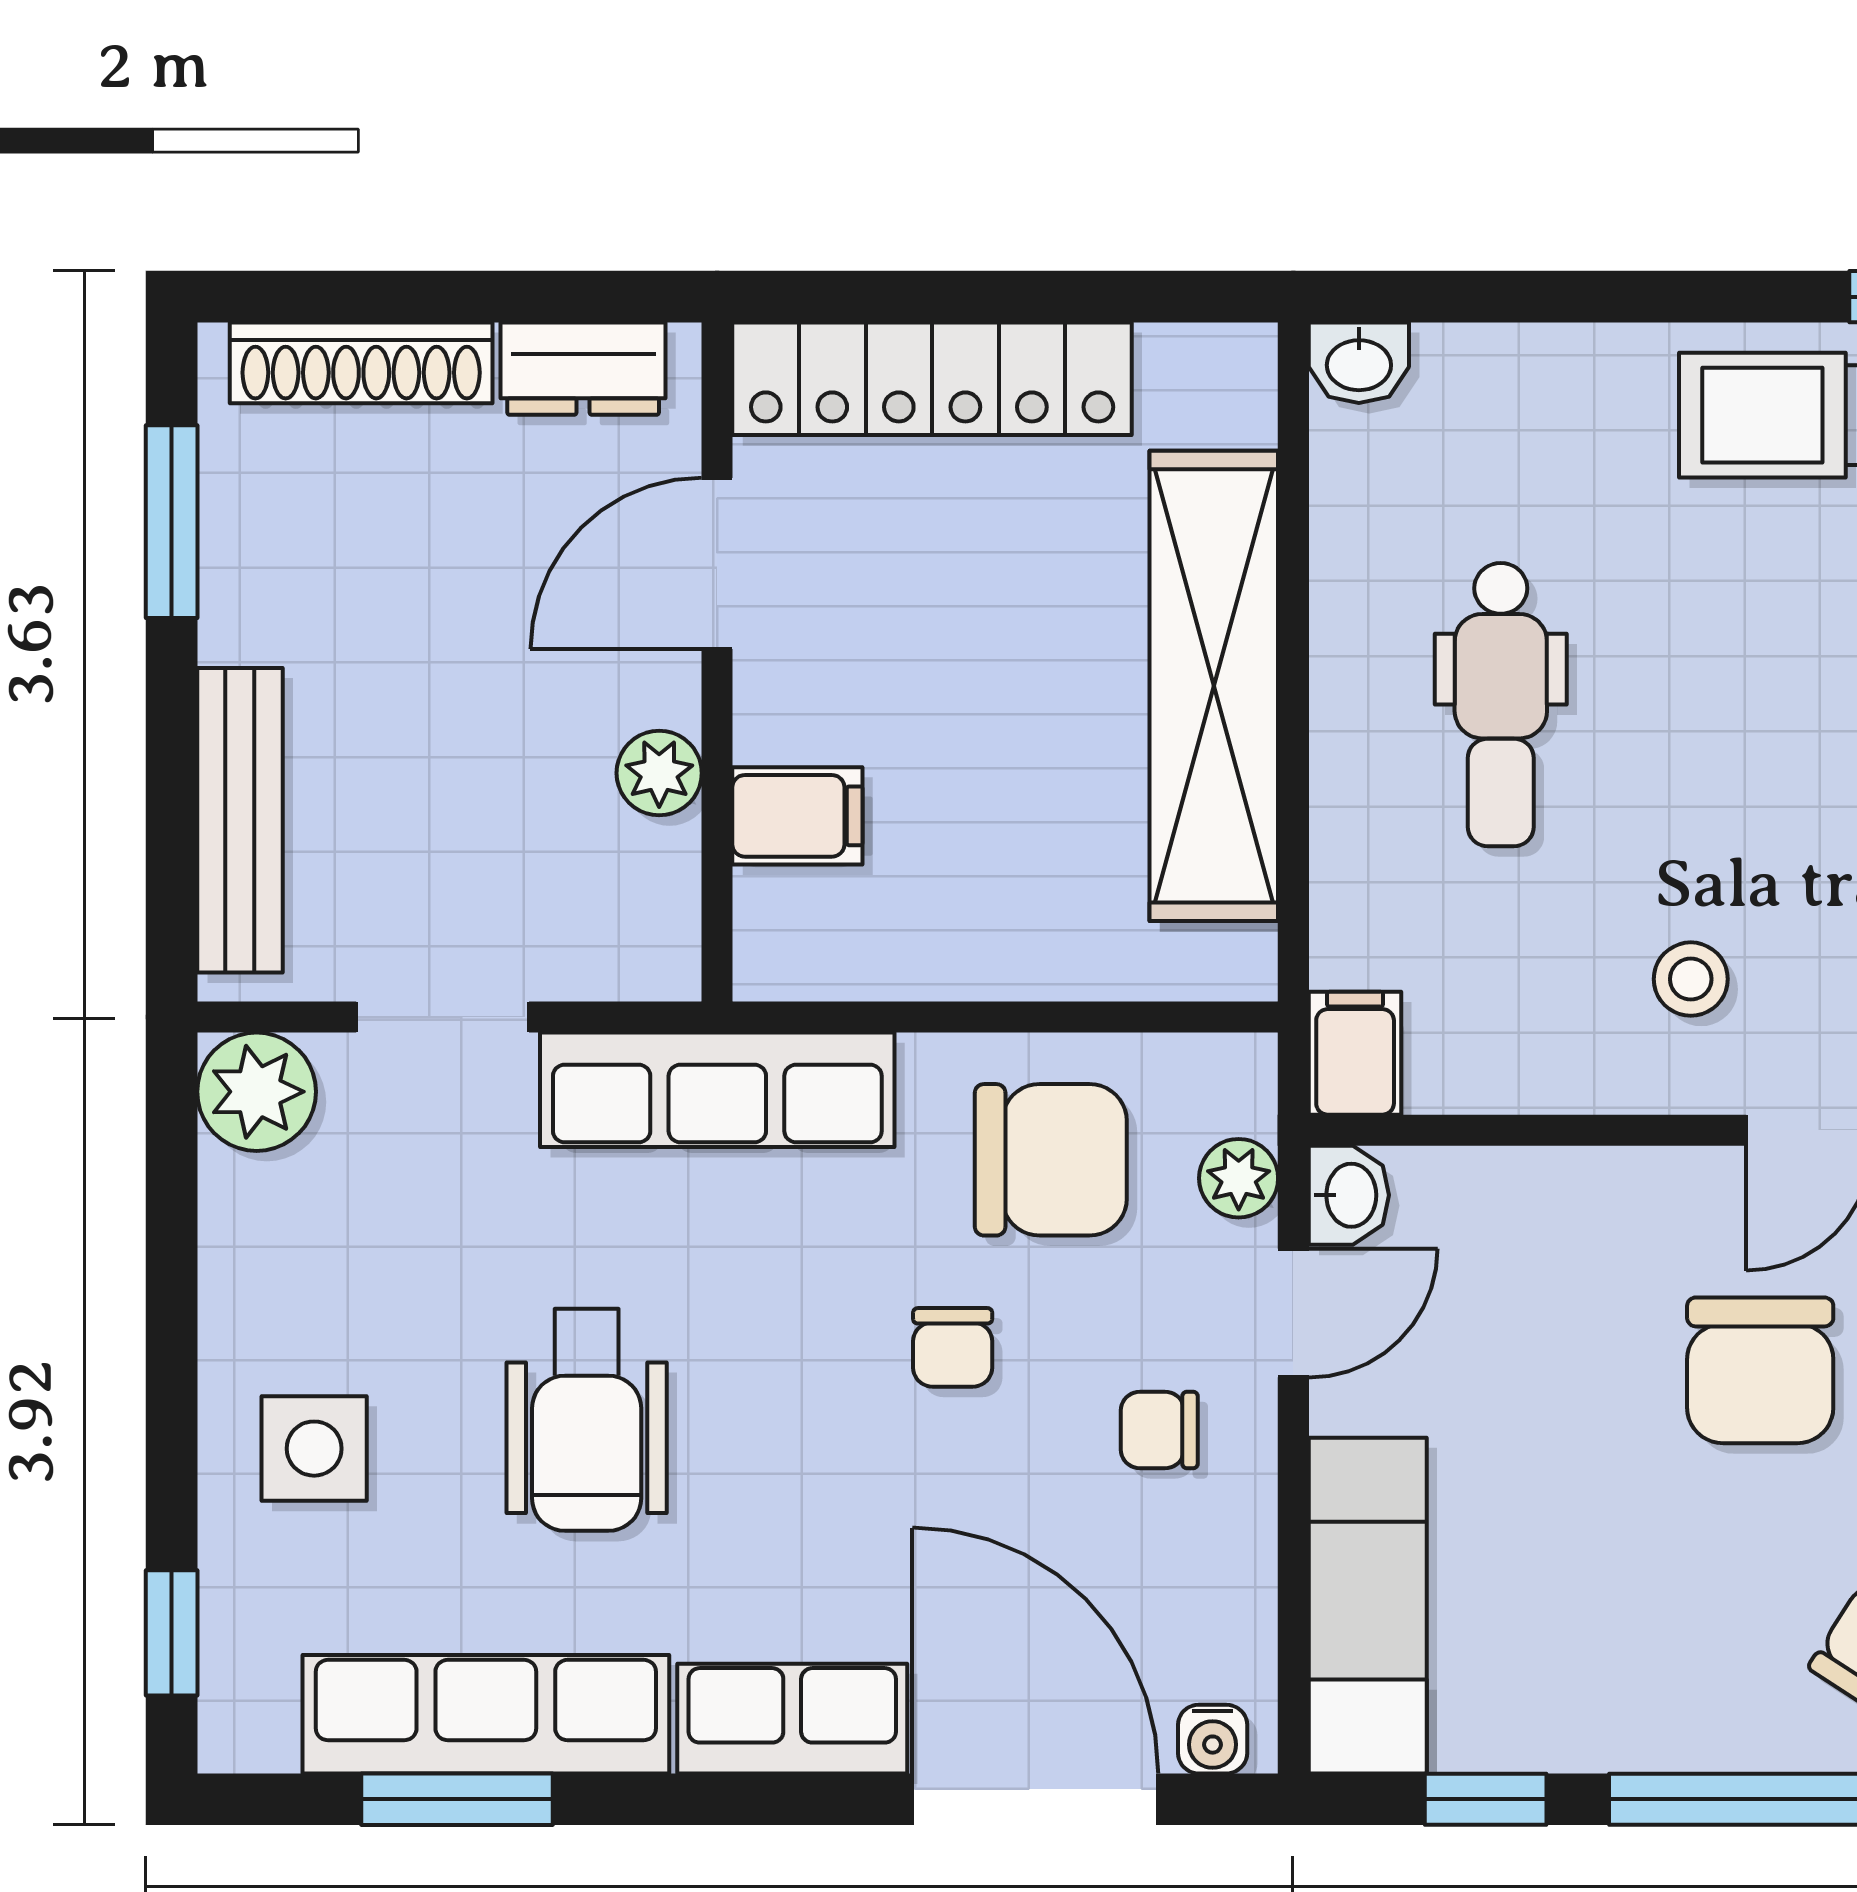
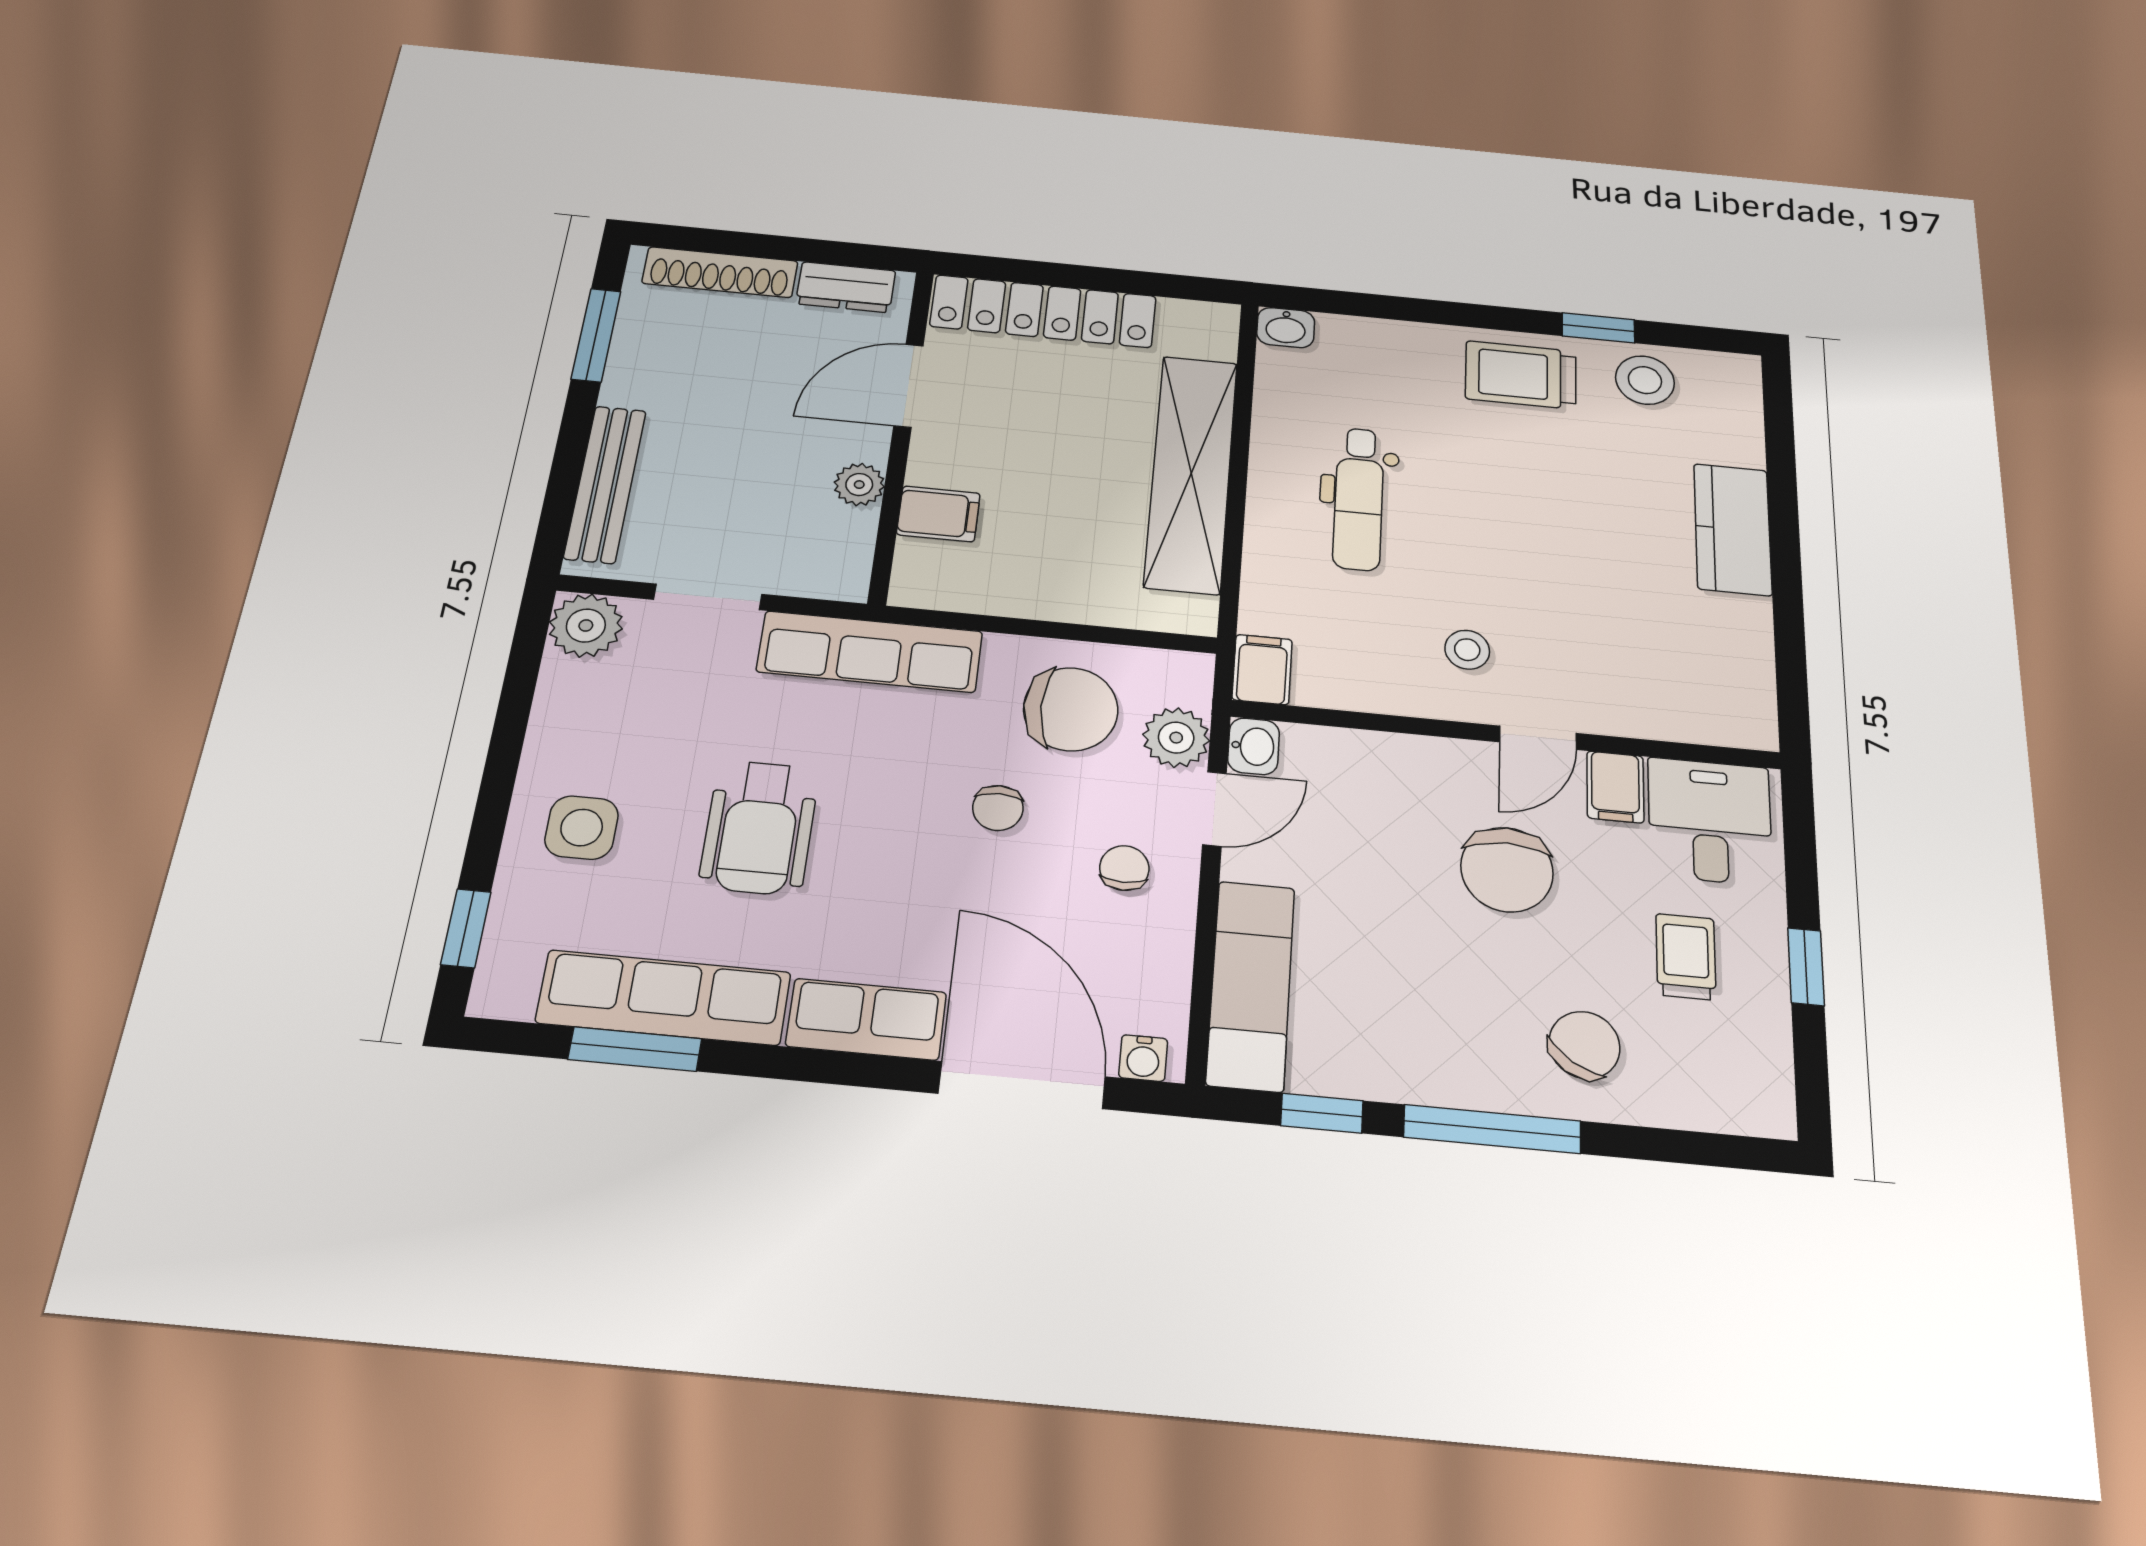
plant: (1239, 1178) -> (1176, 738), width x1.38, depth x1.38
chair: (1159, 1430) -> (1124, 868), turned 90

